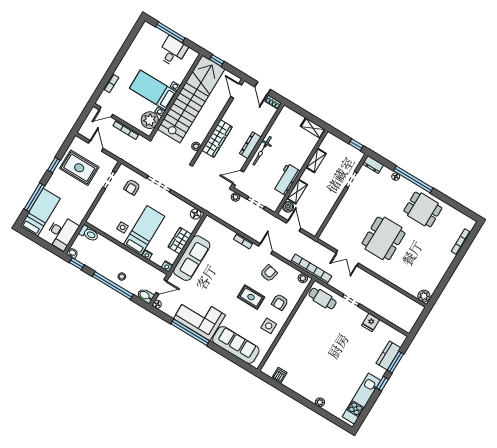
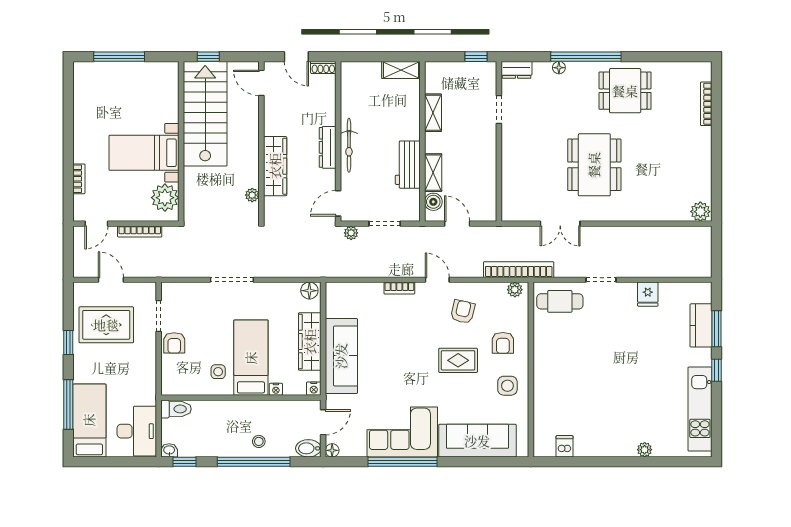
desk: (173, 51) -> (139, 82), removed
stairs: (191, 99) -> (205, 114), width x0.73
armchair: (132, 187) -> (174, 343), moved
wardrobe: (180, 241) -> (310, 342), width x1.50

